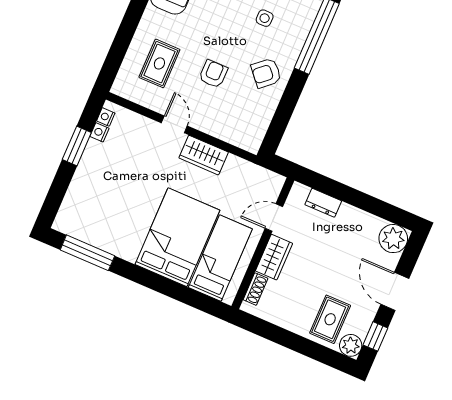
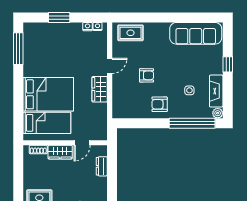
rug: (159, 63) -> (131, 33), moved
armchair: (266, 73) -> (160, 104), turned -49
window: (77, 146) -> (59, 17), moved
door: (274, 217) -> (82, 143), swing flipped

